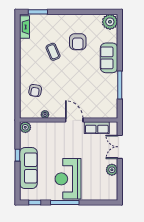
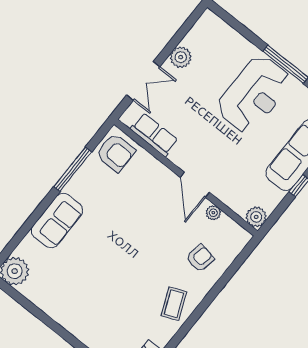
armchair: (78, 42) -> (116, 153), moved, turned 90
coffee table: (53, 52) -> (174, 304), moved
door: (74, 120) -> (195, 185), moved

